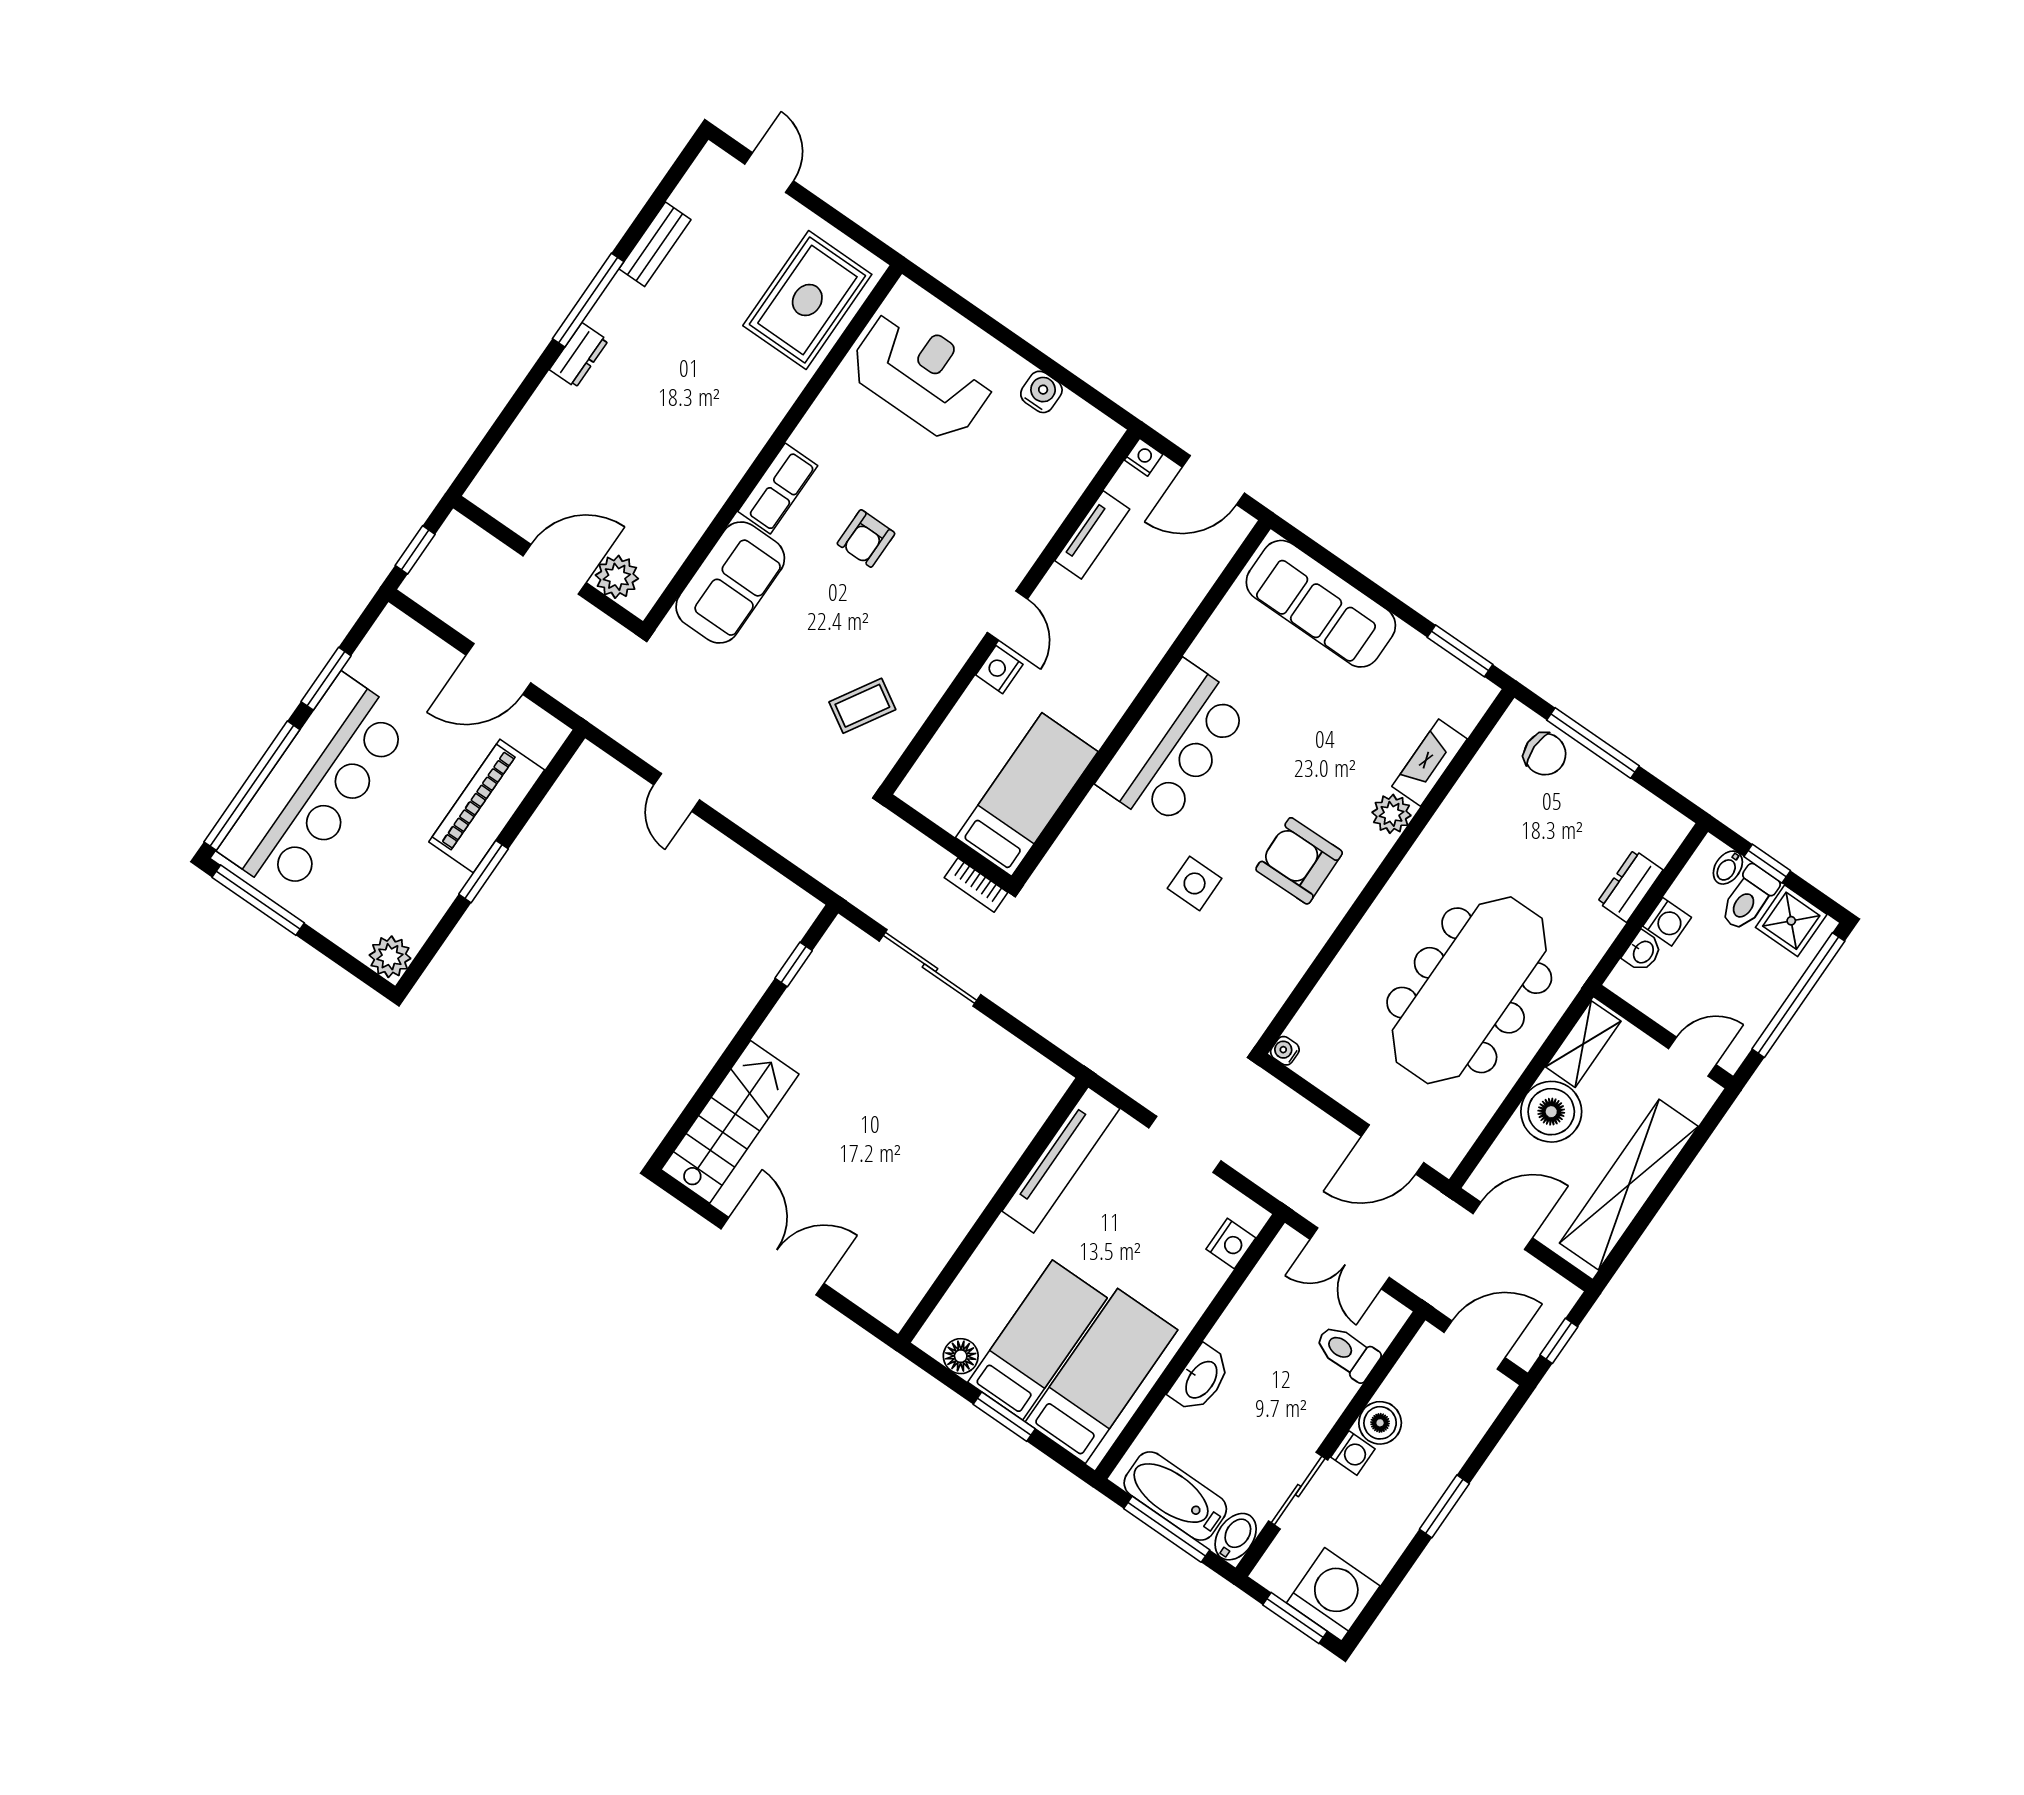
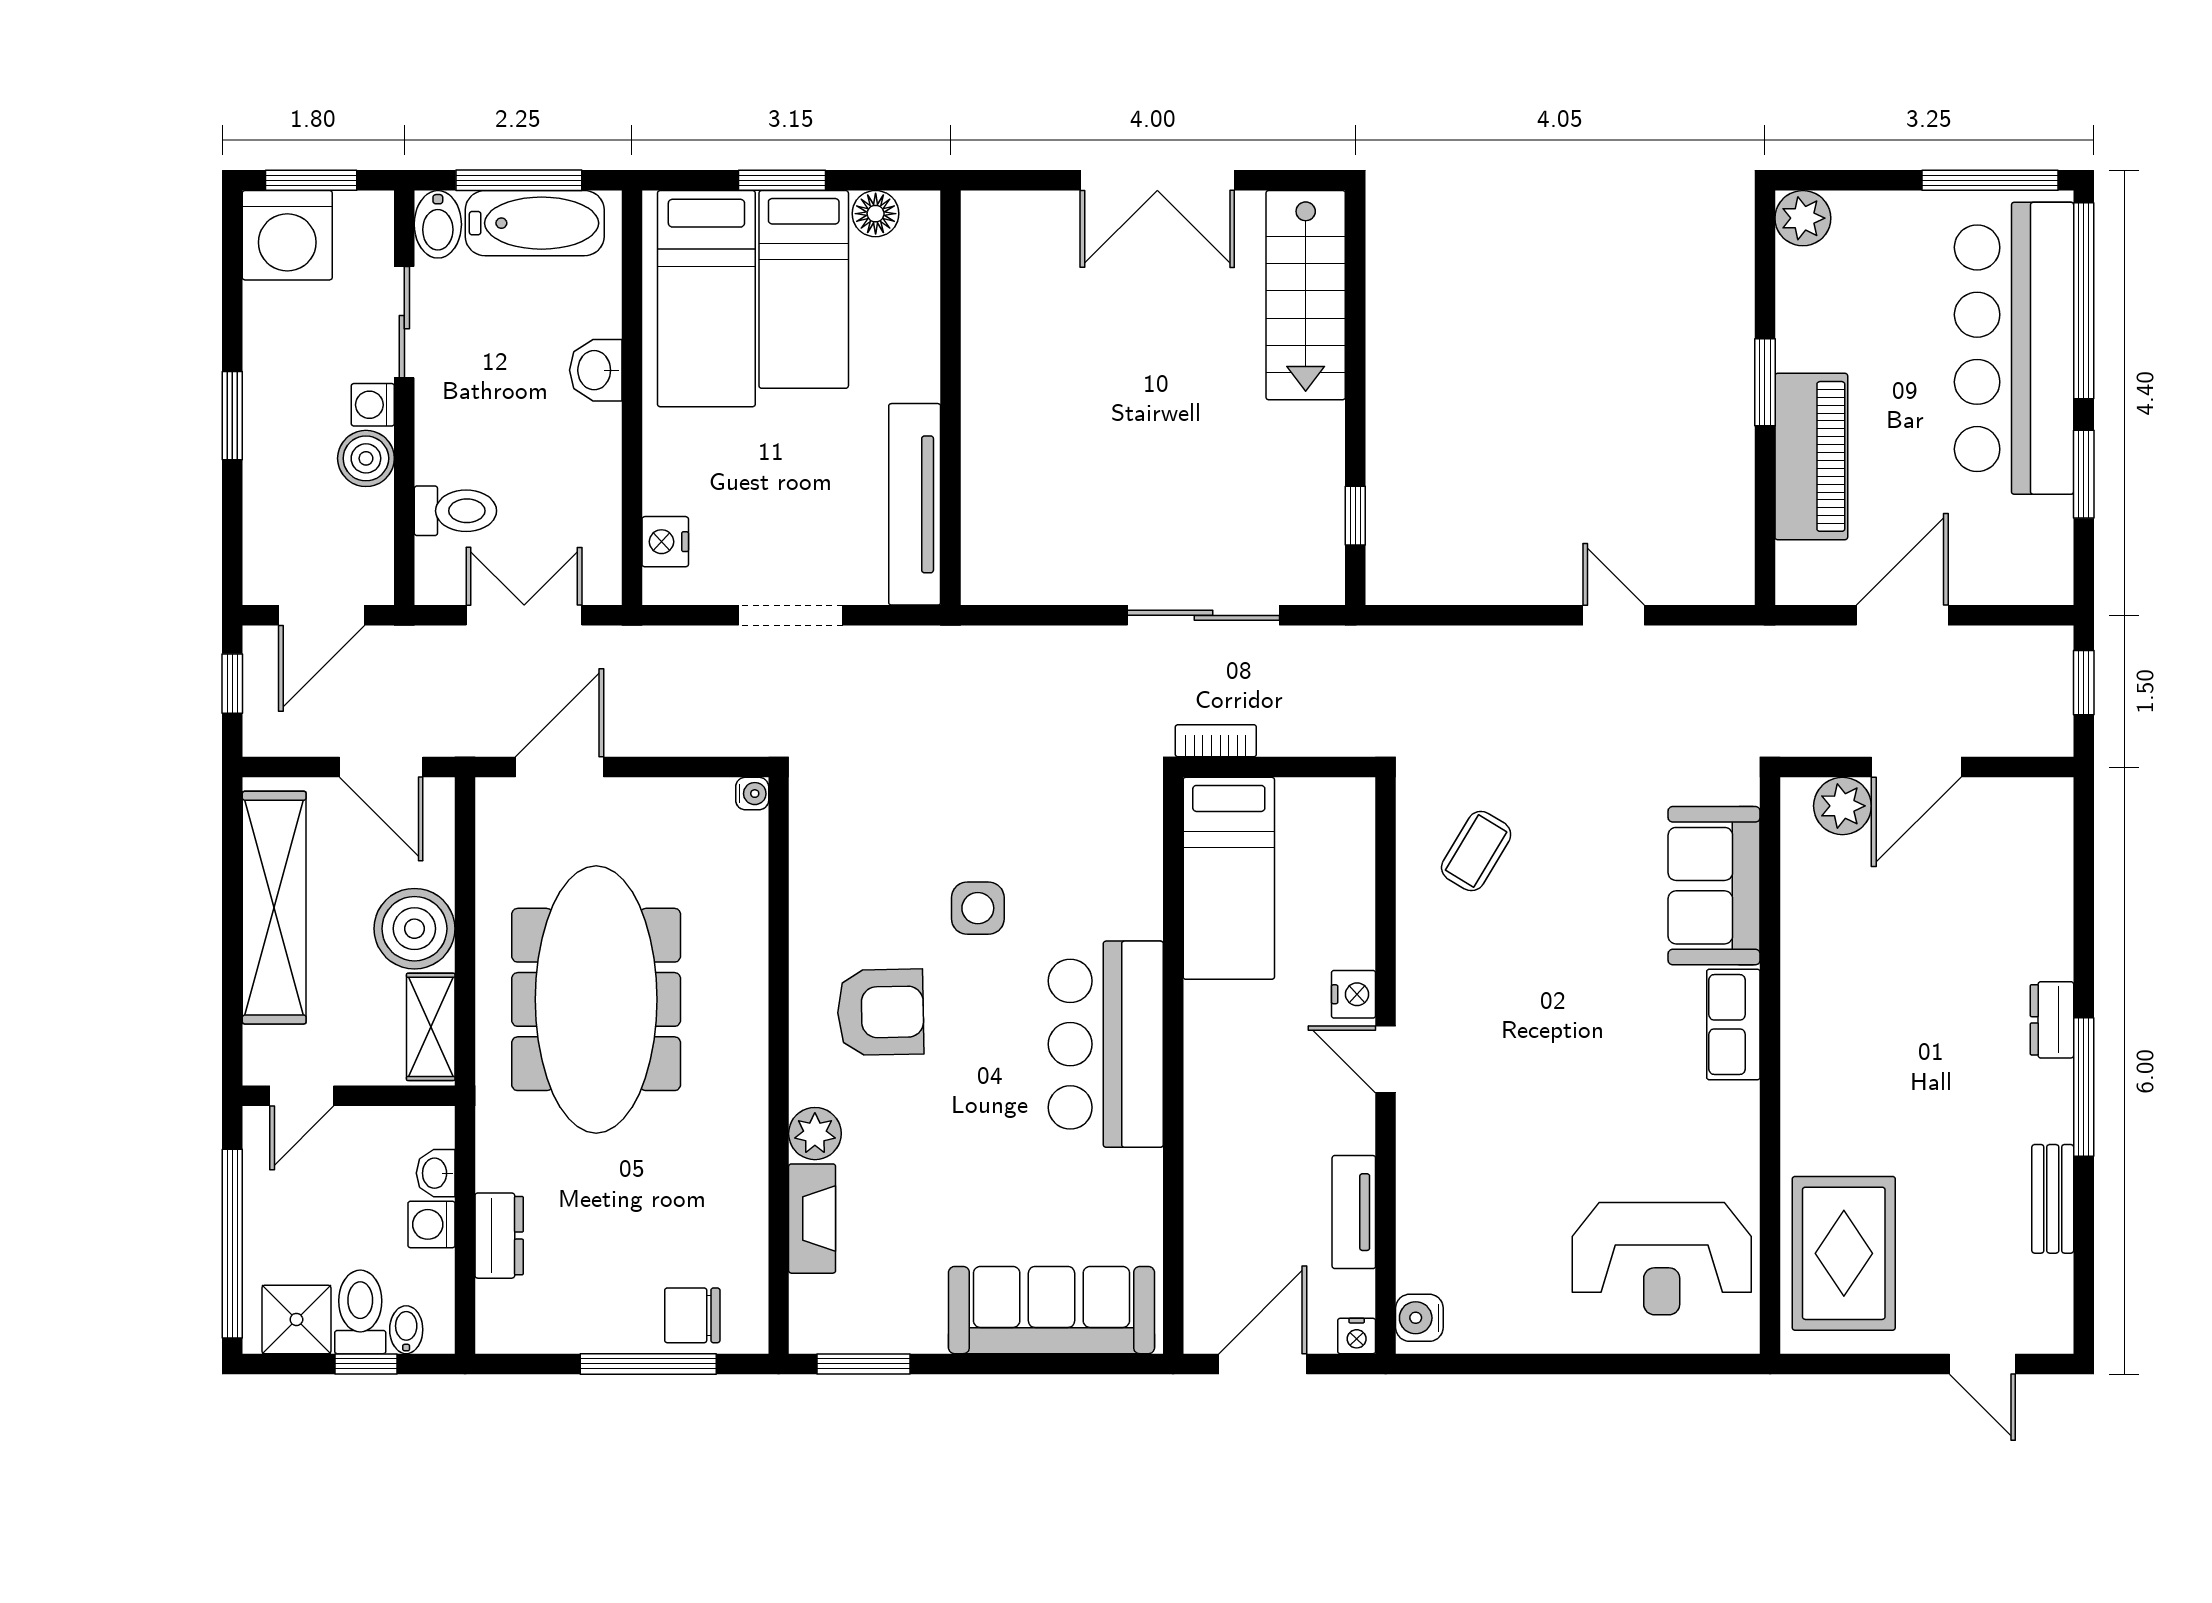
water cooler: (1041, 392) -> (1419, 1318), moved, turned 90
armchair: (866, 538) -> (1599, 1037), removed
door: (1503, 1226) -> (381, 767), hinge flipped
washbasin: (1200, 1379) -> (596, 370), width x0.72

